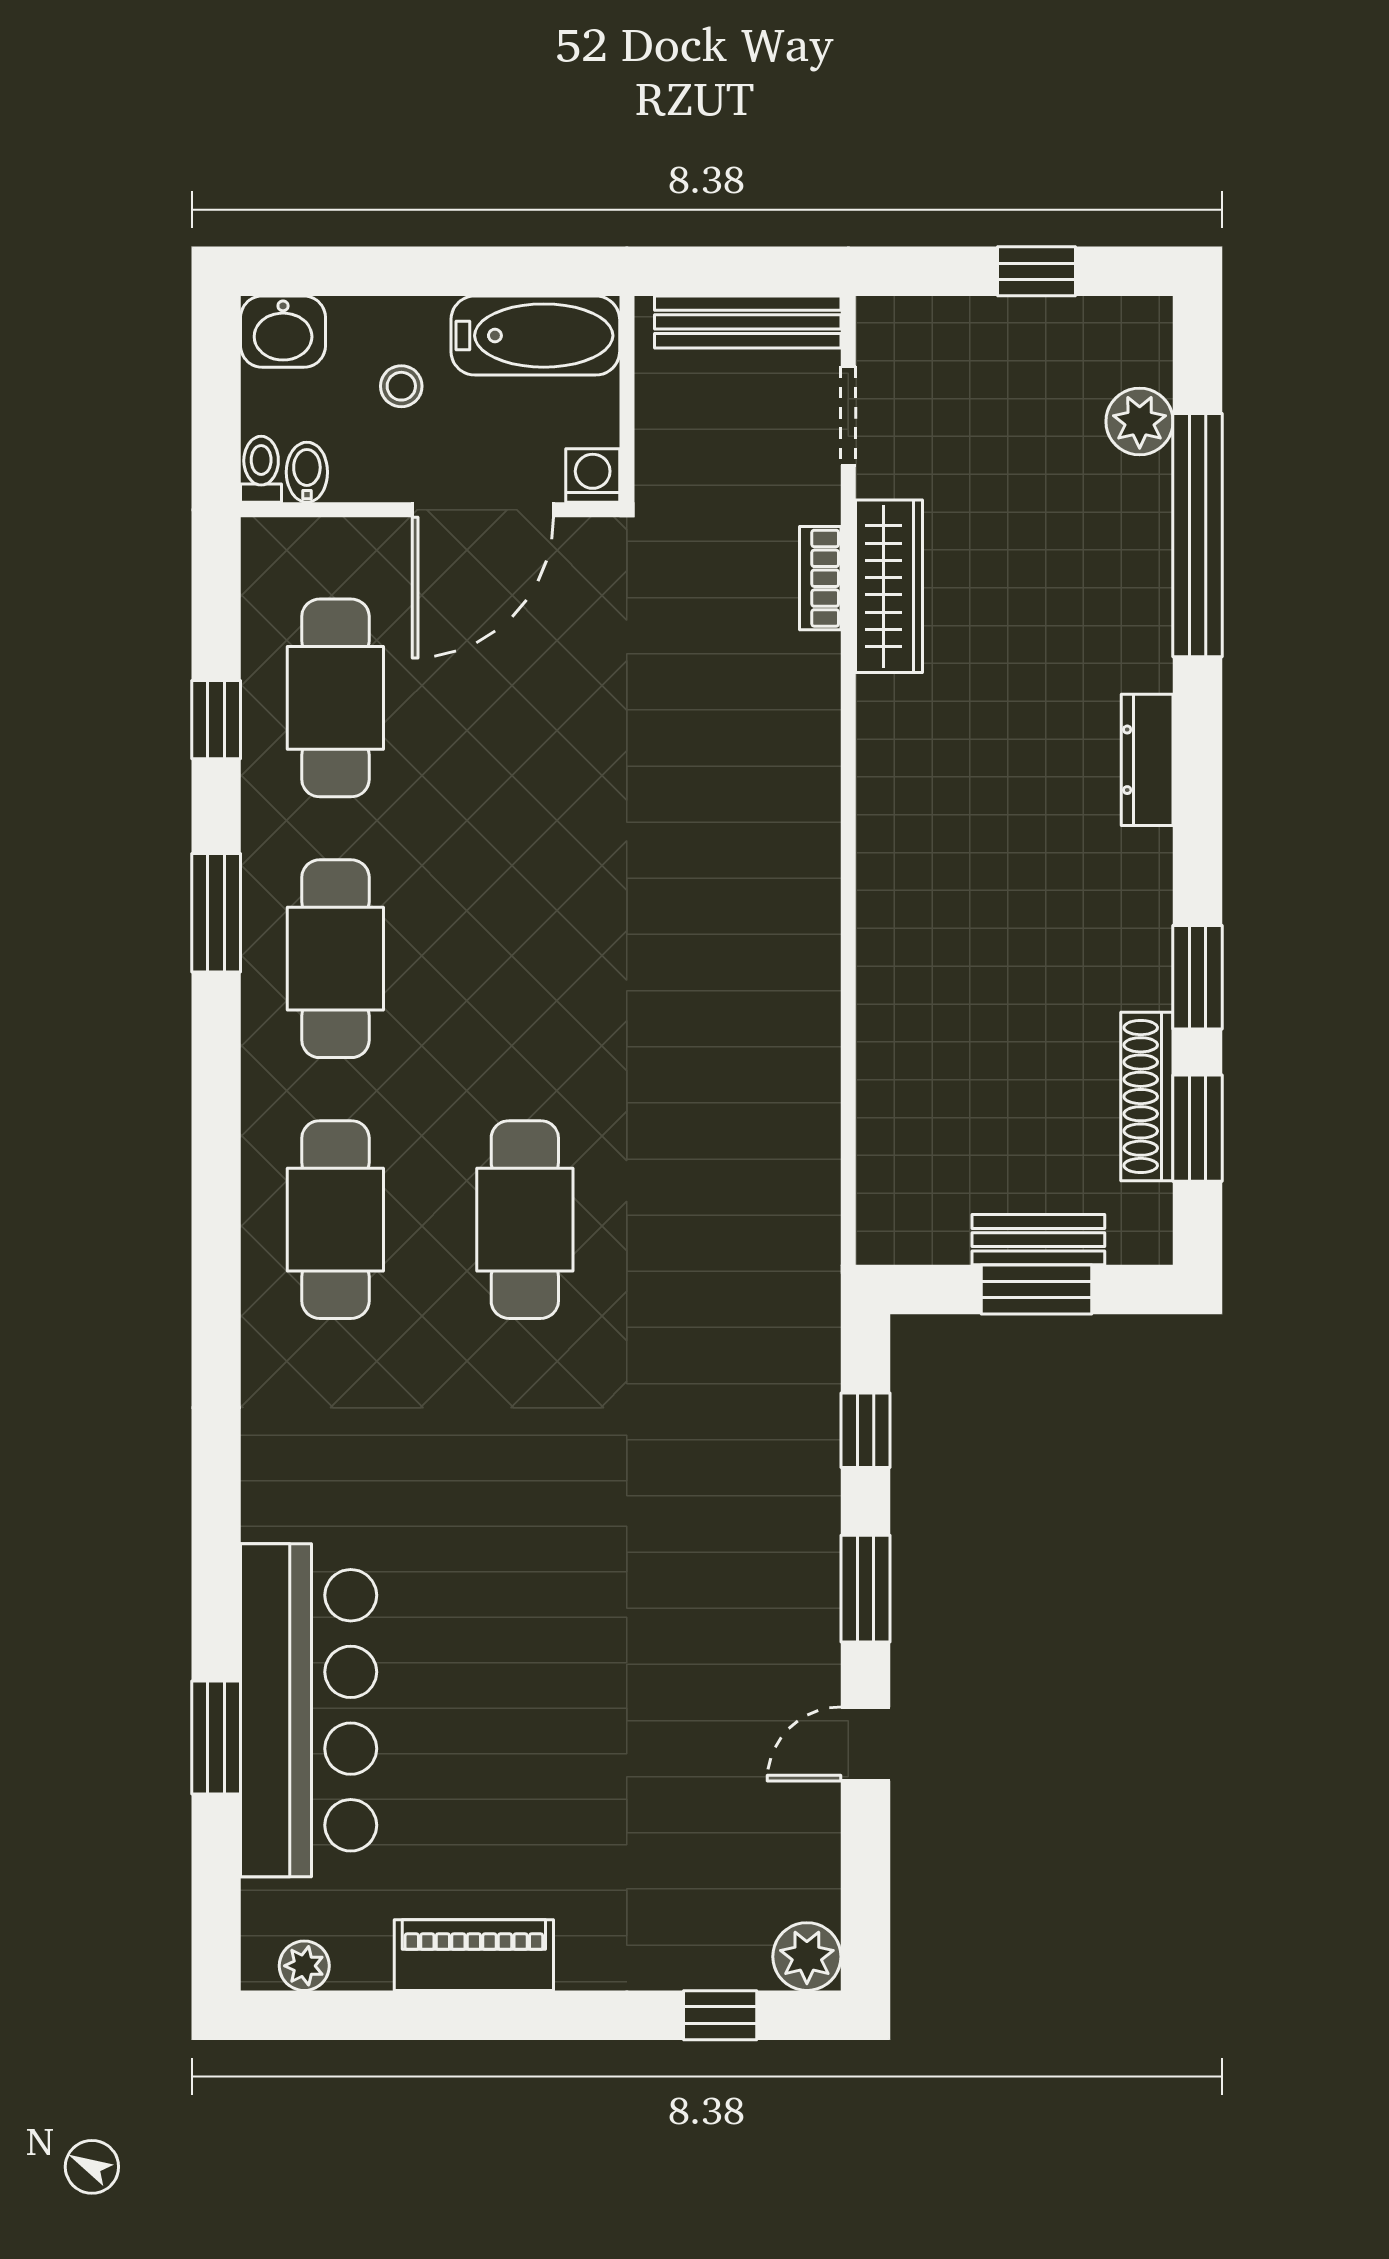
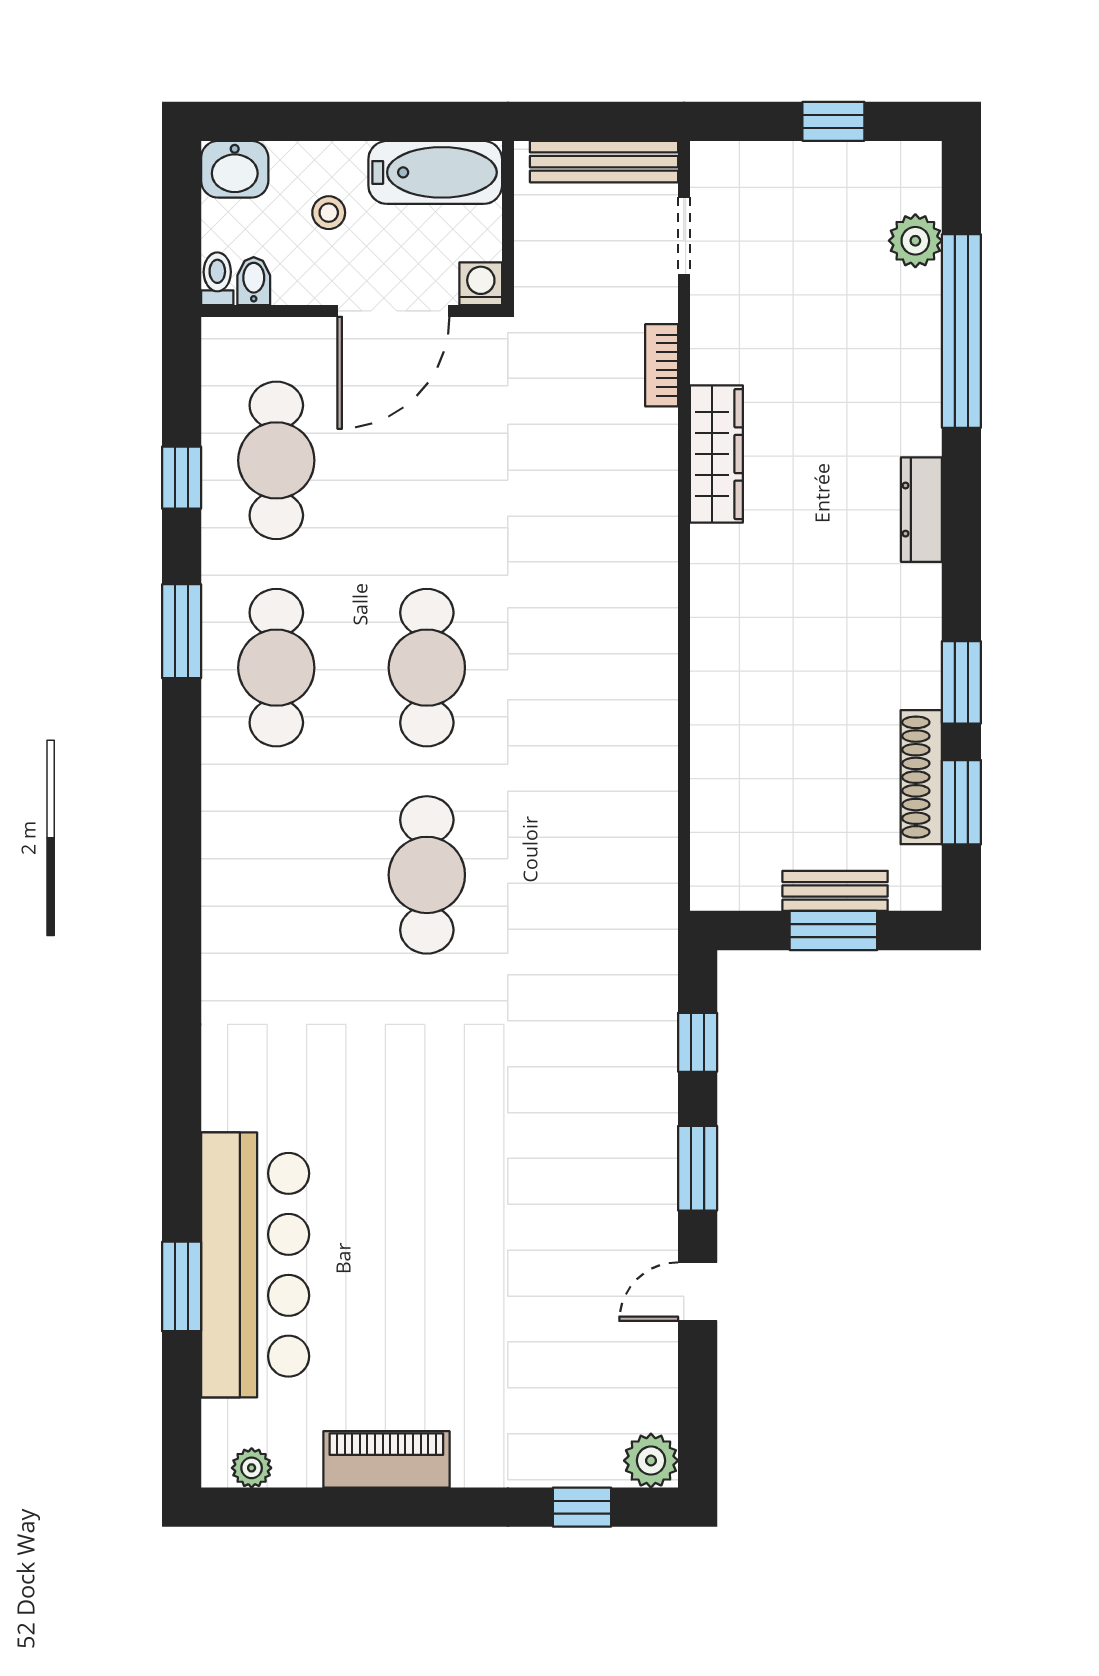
wardrobe: (889, 586) -> (716, 454), moved
cafe table: (335, 1220) -> (427, 668), moved

